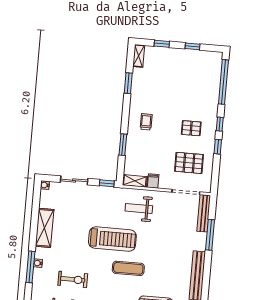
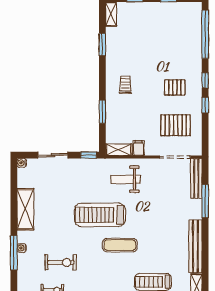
treadmill: (112, 239) -> (100, 215), turned 180

